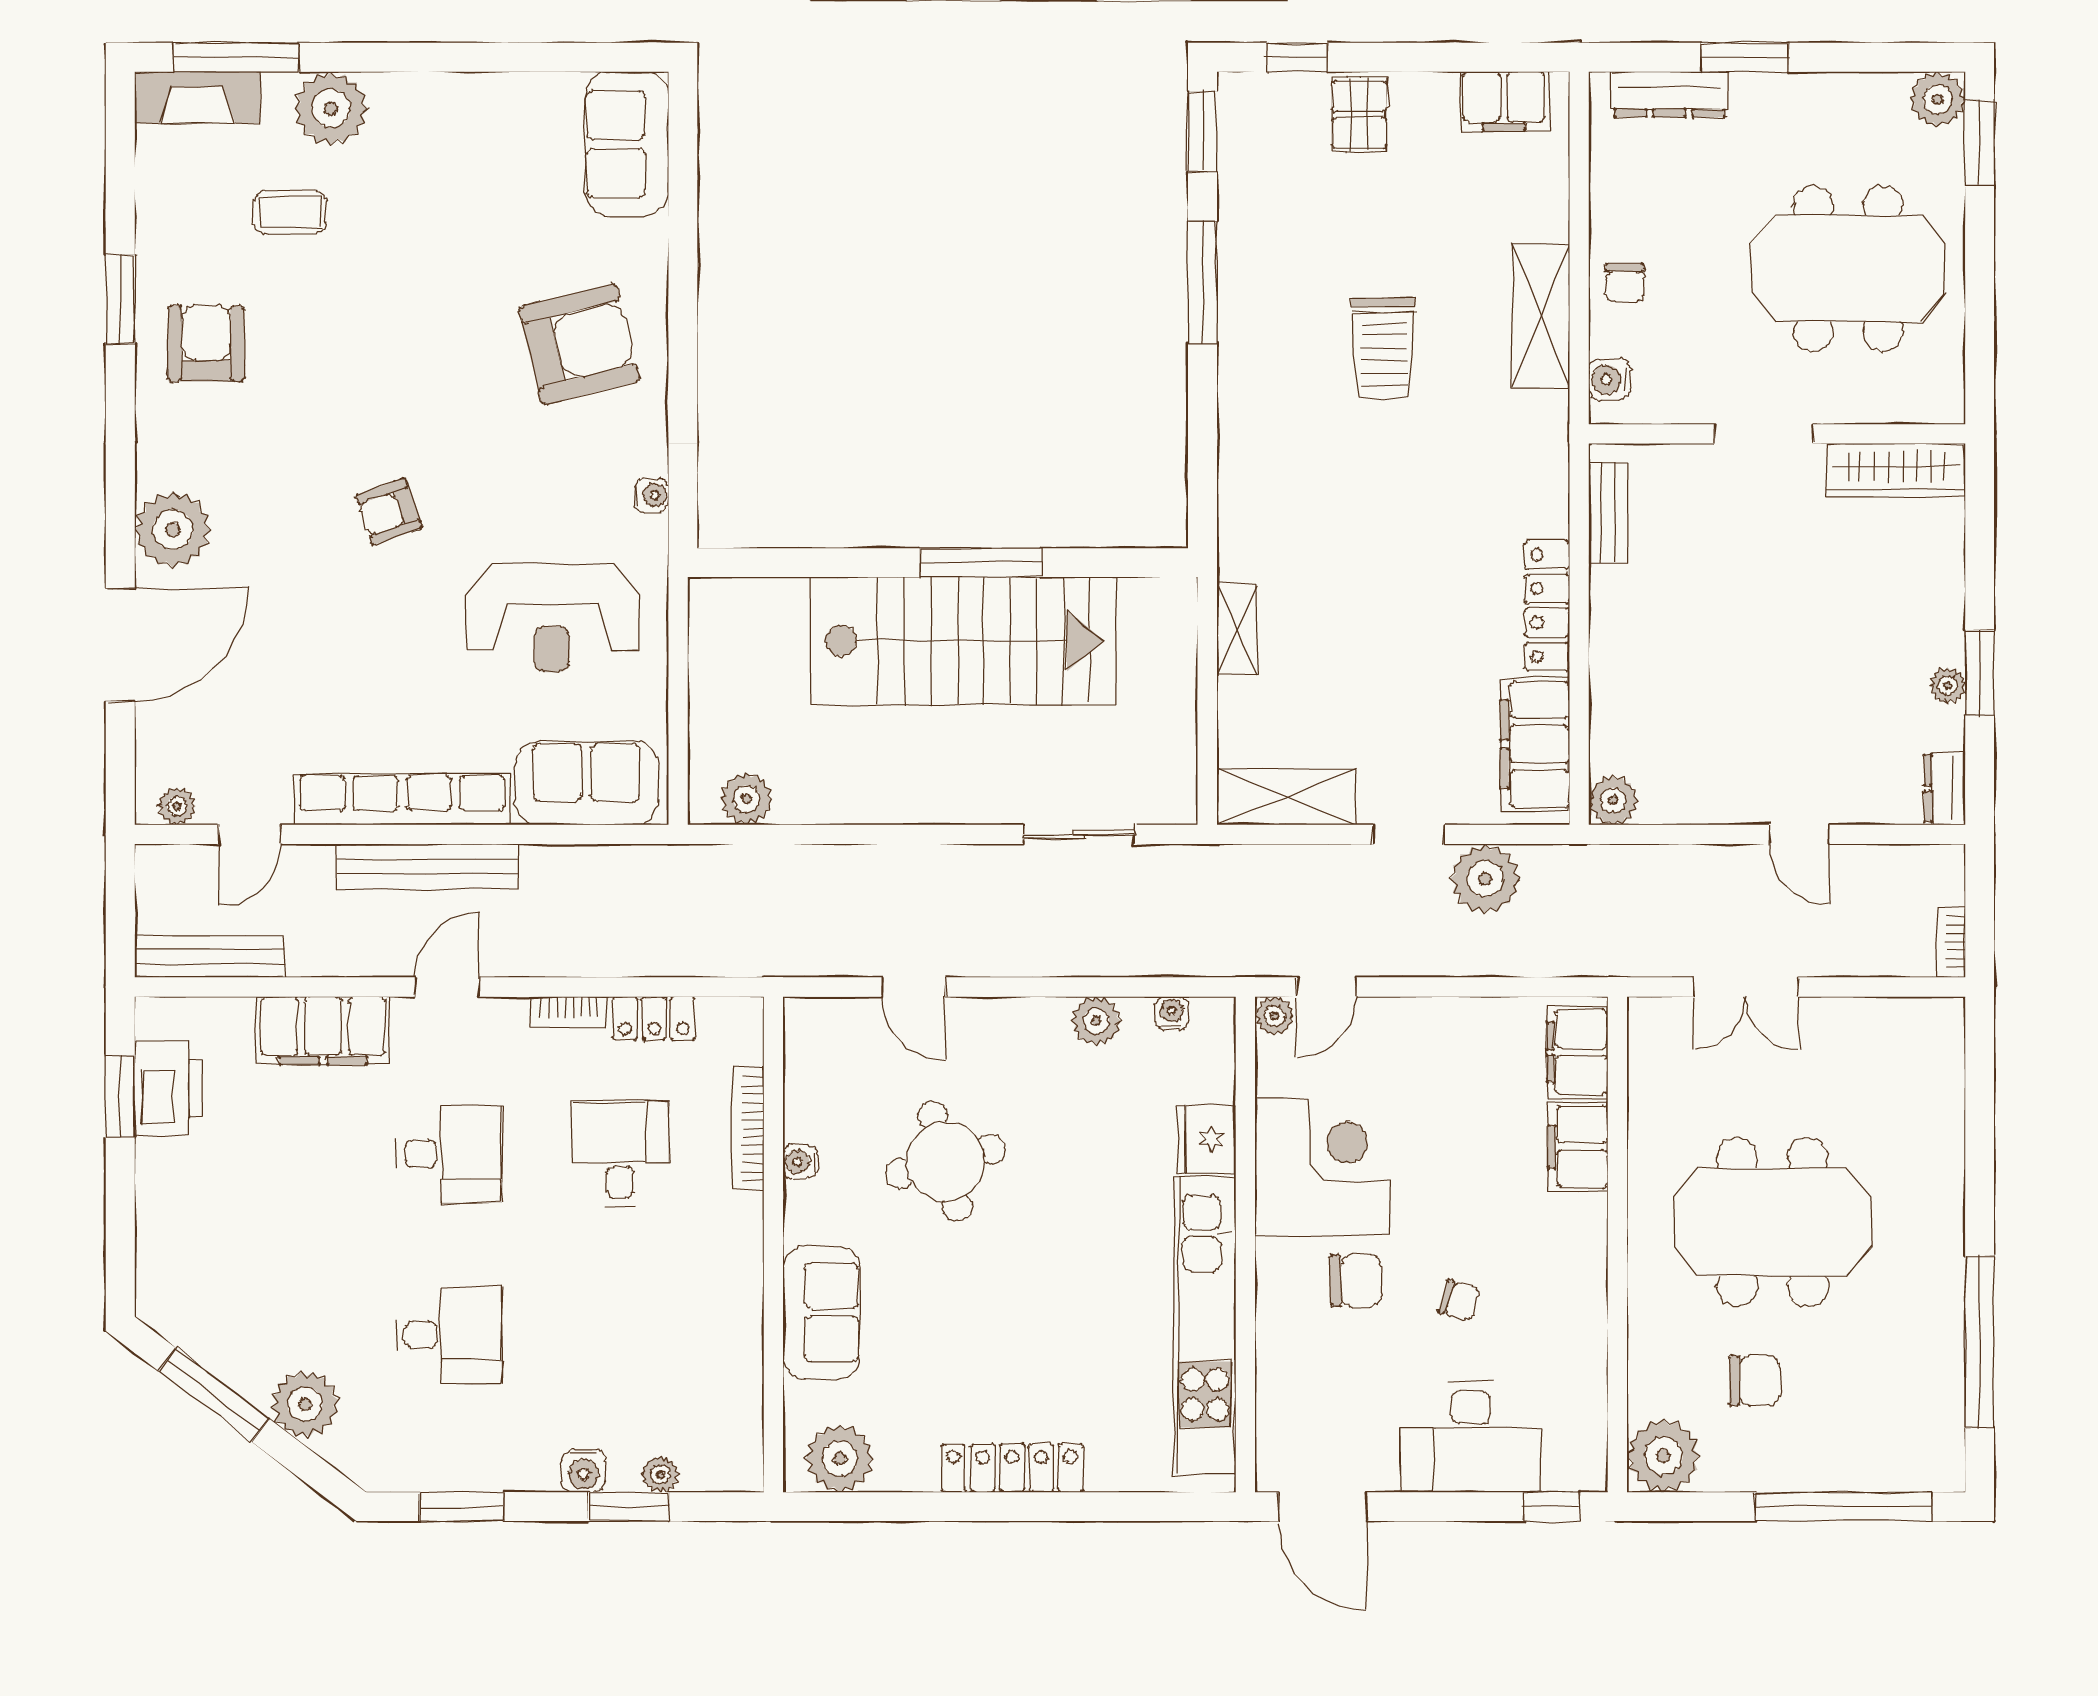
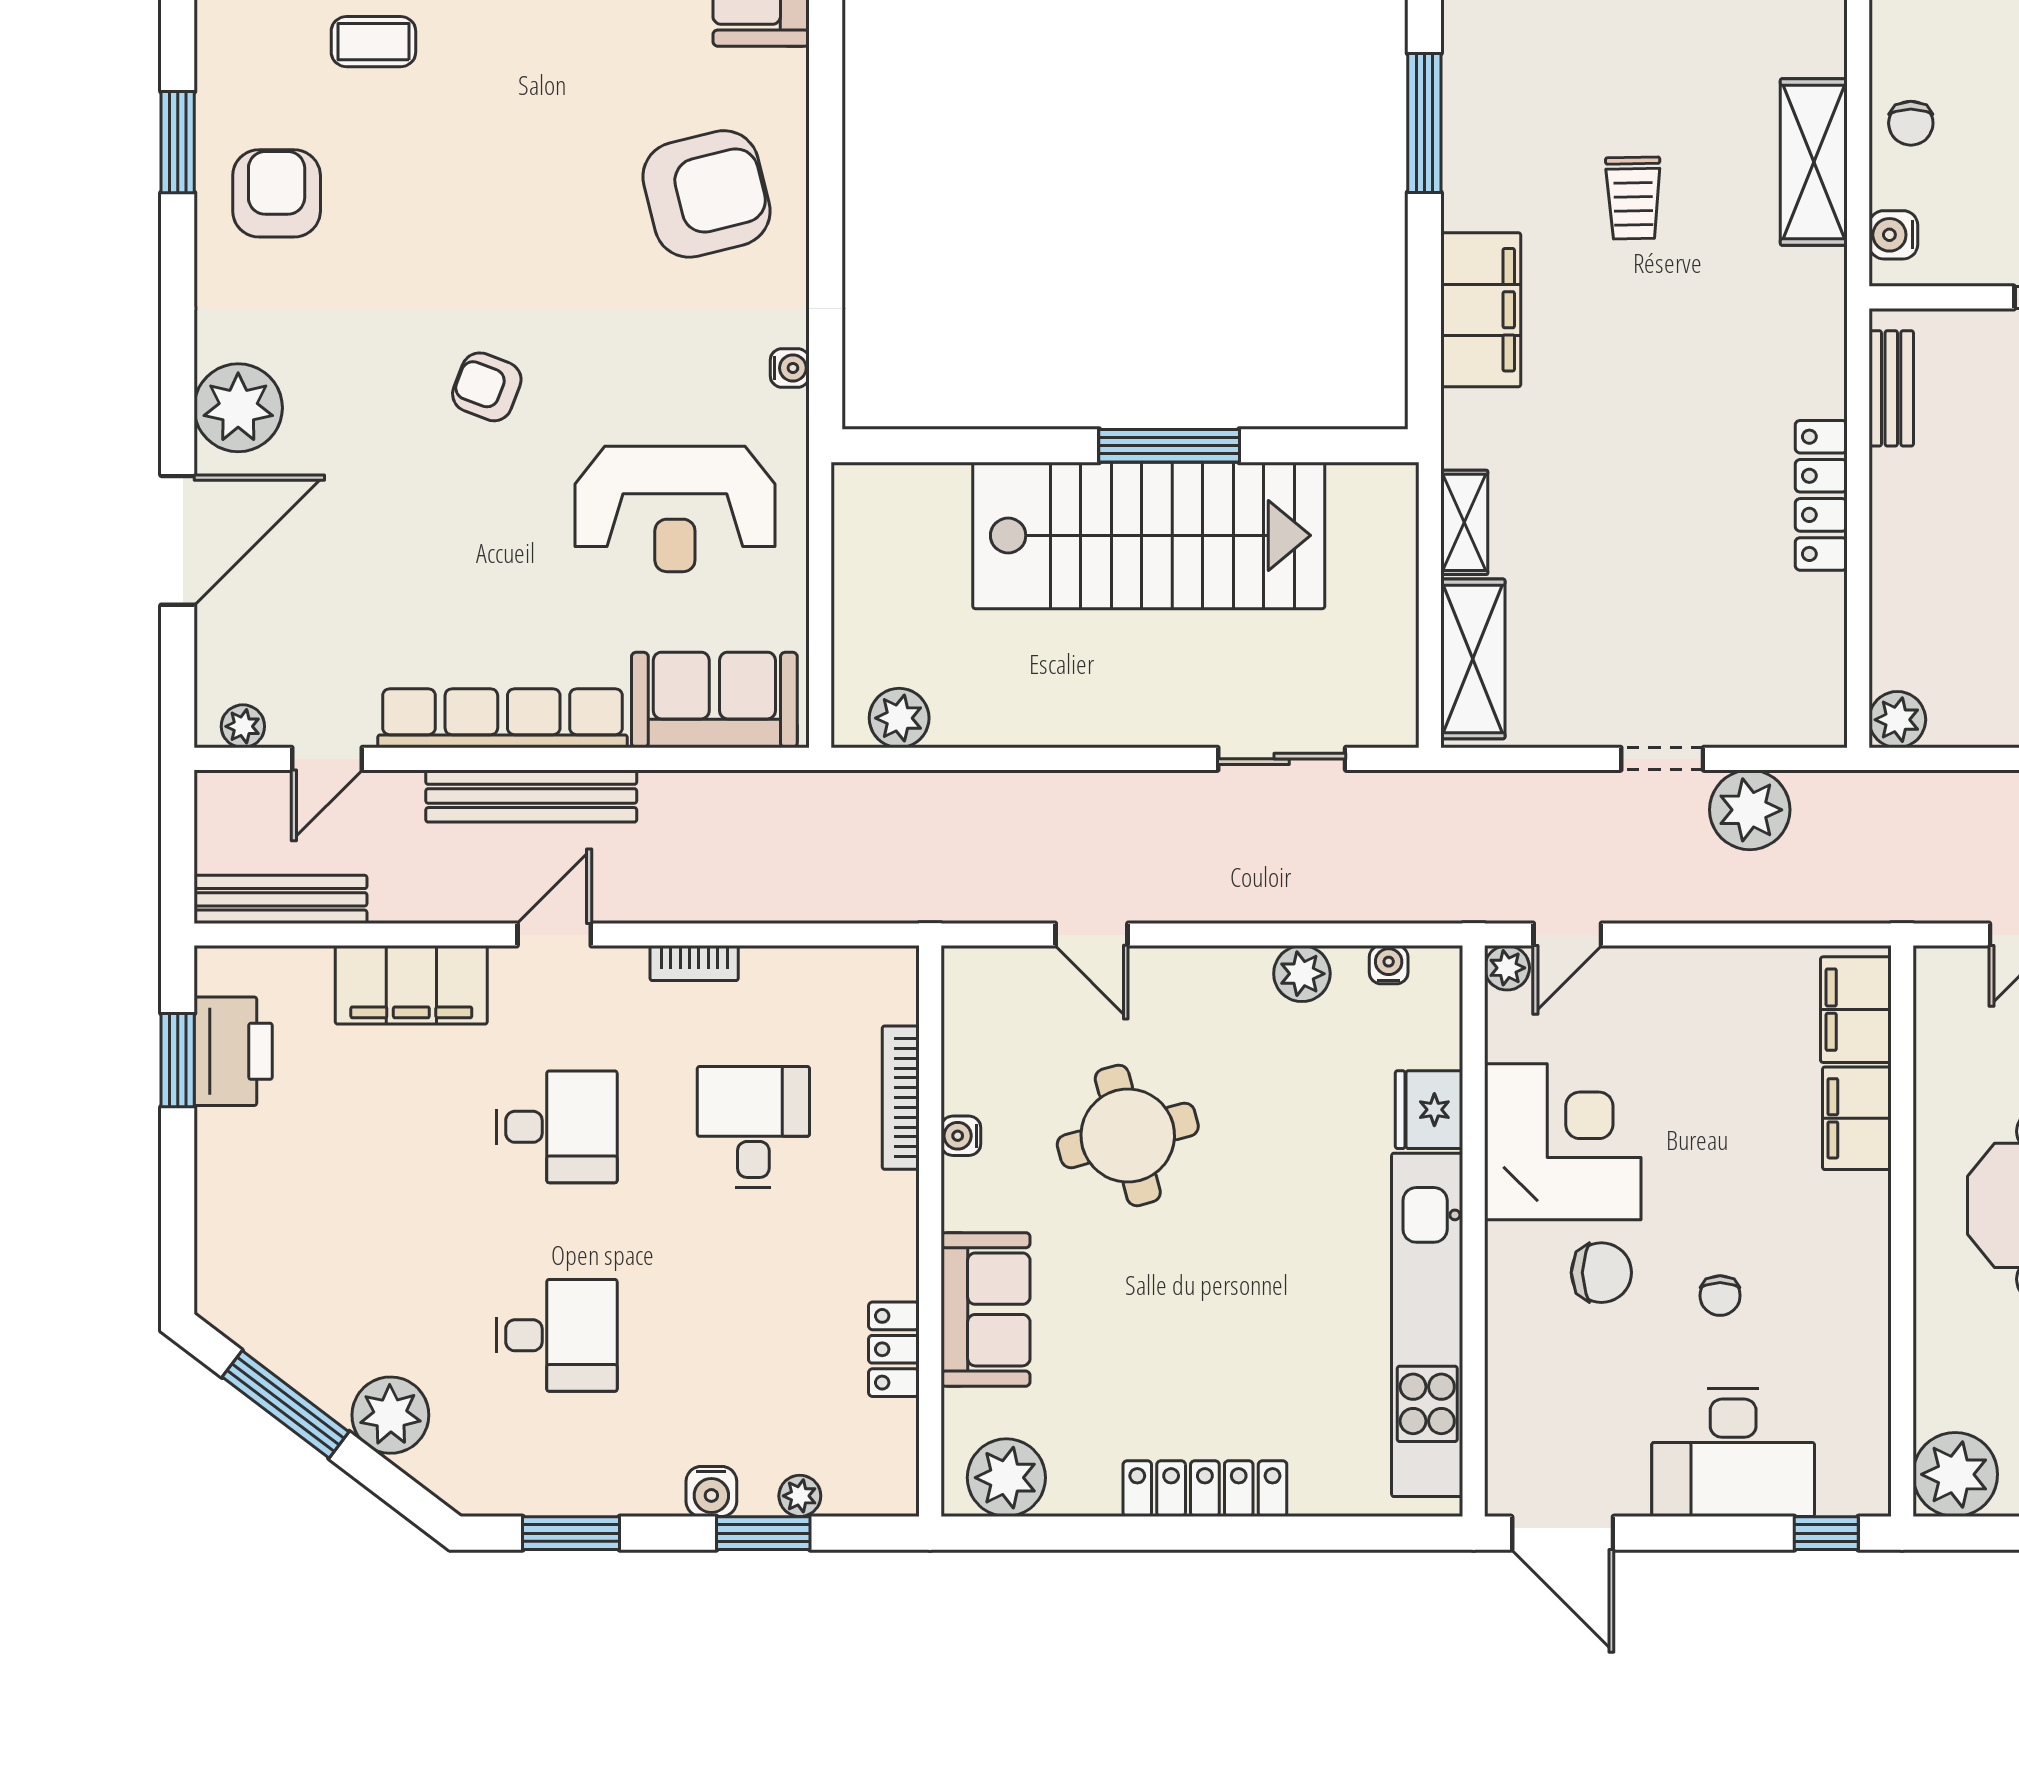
trolley: (1384, 348) -> (1633, 198), width x0.73, depth x0.72
armchair: (389, 512) -> (487, 387), turned 40
filing cabinet: (1535, 744) -> (1481, 310), moved, turned 180
shelving: (1286, 797) -> (1473, 659), moved, turned 90
locker: (654, 1018) -> (894, 1349), moved, turned 90
chair: (1459, 1300) -> (1720, 1296), turned 74

